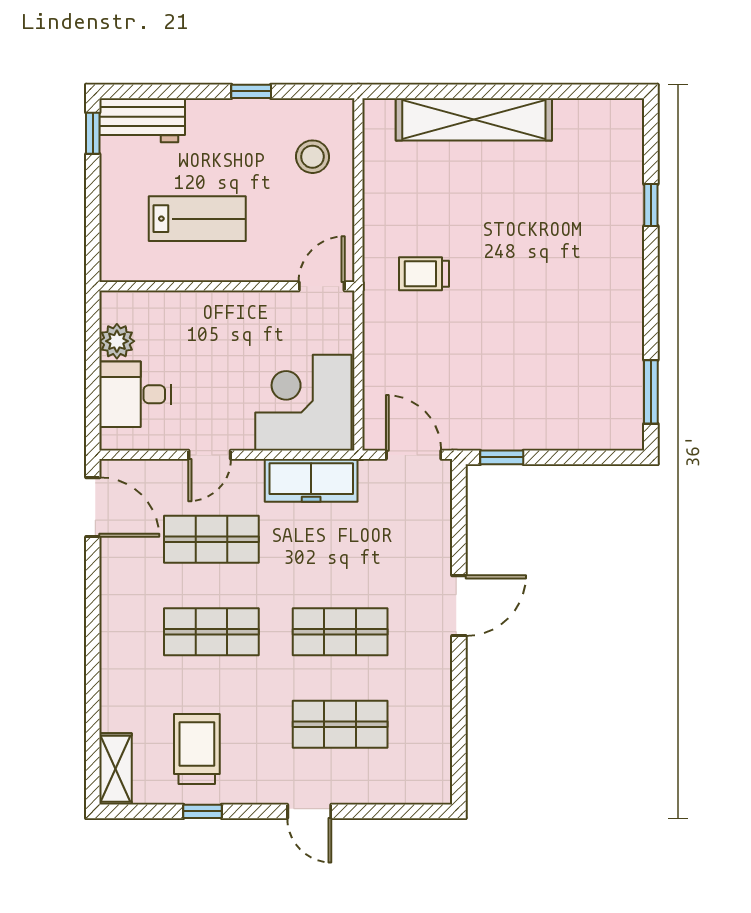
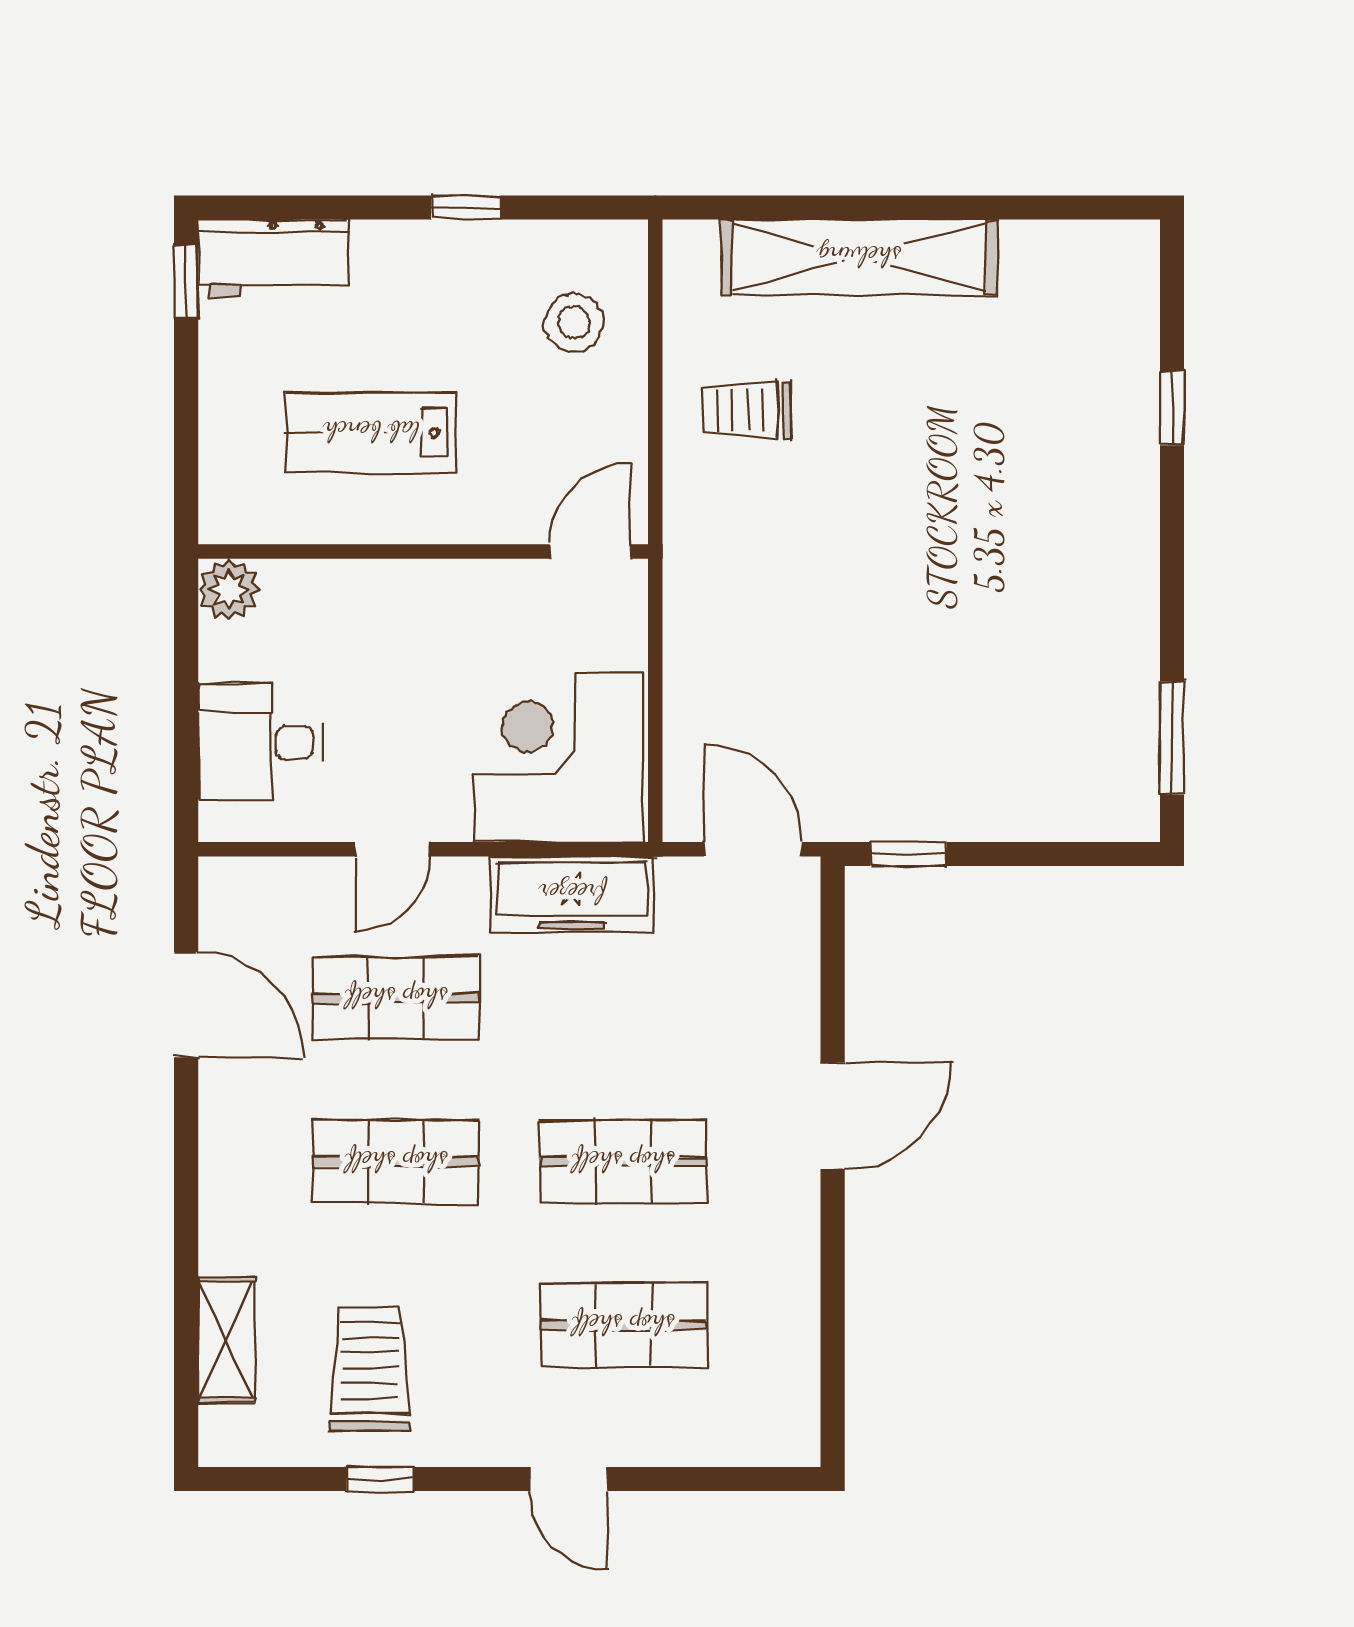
lab bench: (197, 219) -> (371, 432), turned 180
trolley: (424, 274) -> (746, 410), moved
plant: (117, 341) -> (229, 589), moved
door: (93, 507) -> (186, 1005), moved
shelving: (116, 769) -> (226, 1340), moved

